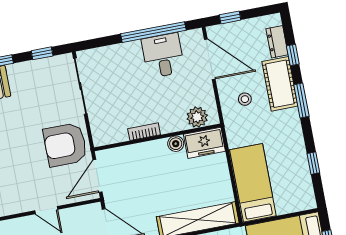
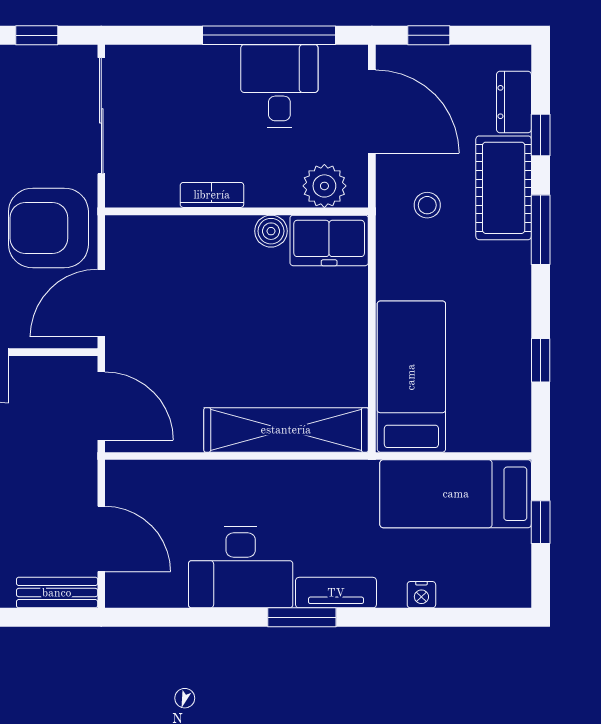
plant: (197, 117) -> (324, 186), moved
bookcase: (144, 132) -> (212, 195), moved
wall: (157, 137) -> (237, 211), moved
freezer: (204, 143) -> (329, 240), moved
boiler: (176, 144) -> (271, 231), moved

